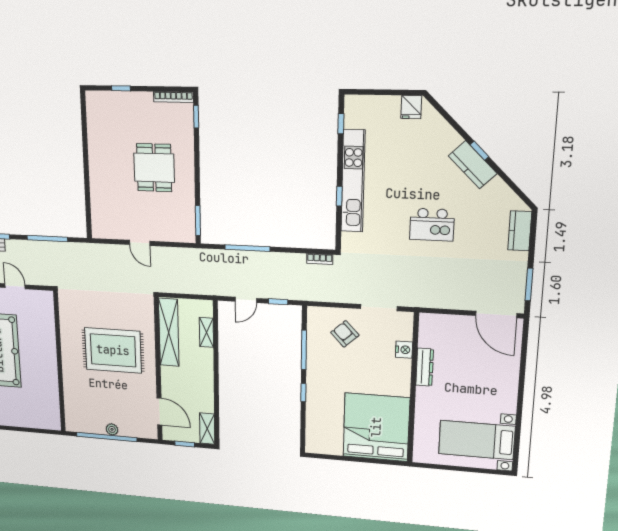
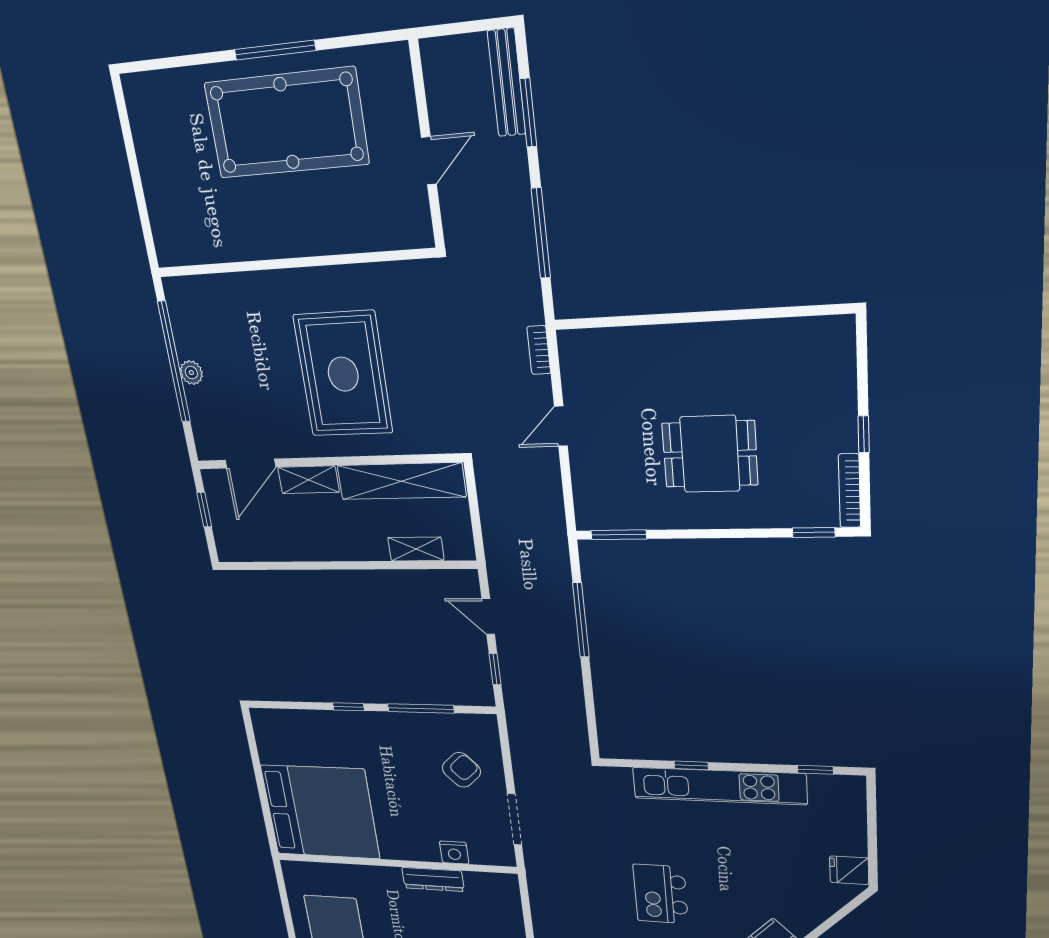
window: (121, 88) -> (864, 434), moved
bookcase: (320, 259) -> (539, 350), moved
shelving: (207, 429) -> (308, 480), moved

